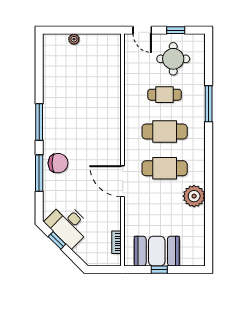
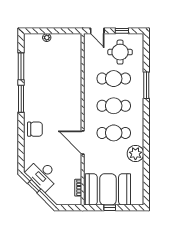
cafe table: (165, 95) -> (114, 79), width x1.37, depth x1.35
window: (39, 173) -> (21, 66), moved
booth: (157, 251) -> (108, 189), width x1.36, depth x1.42

